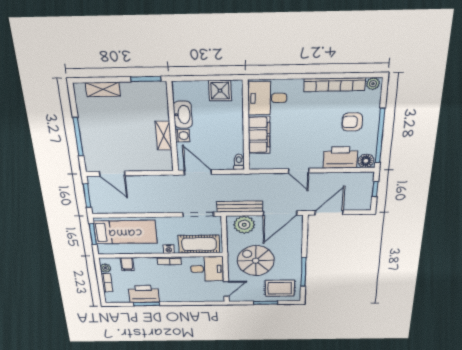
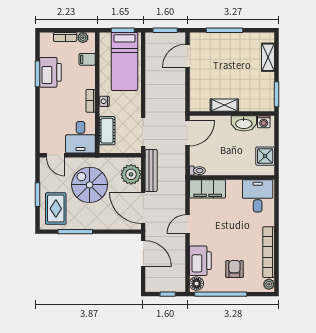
filing cabinet: (259, 135) -> (208, 189), moved
washing machine: (182, 136) -> (264, 122), moved
cot: (199, 244) -> (107, 131), width x0.73, depth x0.75
spiral stairs: (256, 261) -> (90, 185), turned -90

